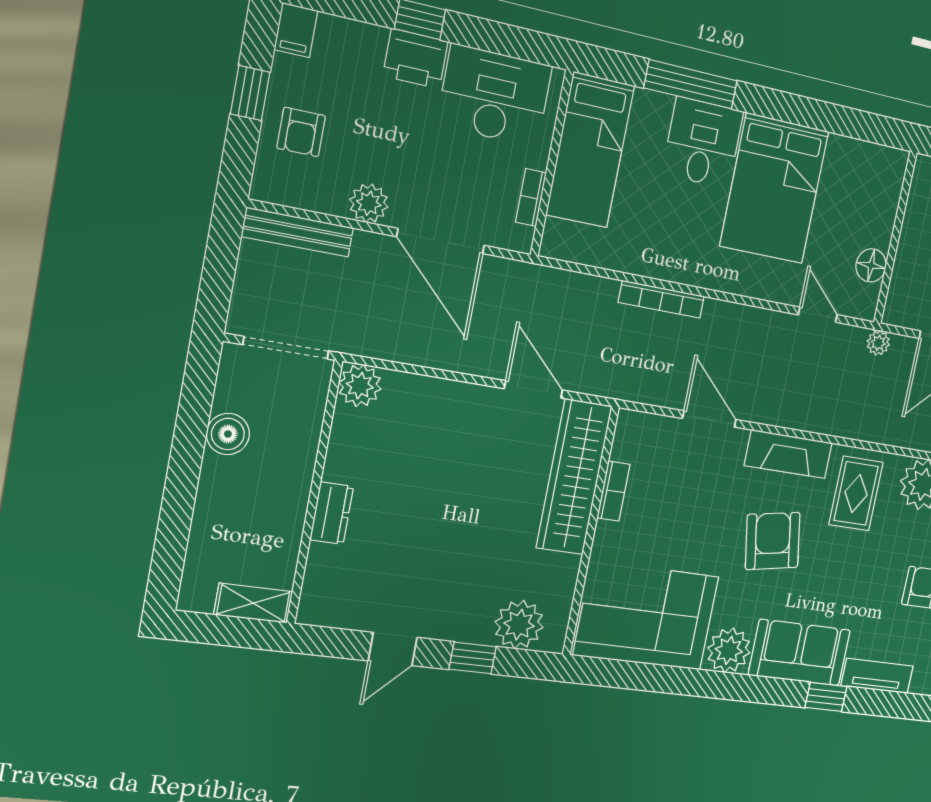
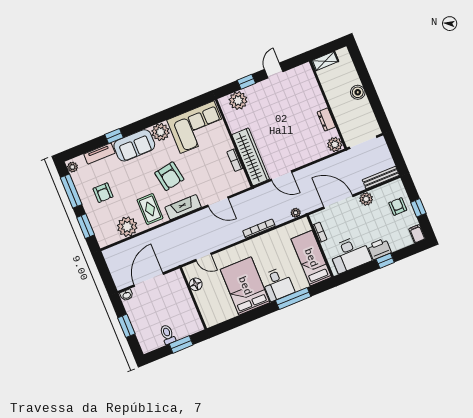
plant: (878, 343) -> (296, 213), moved
boiler: (228, 434) -> (358, 92), moved
dresser: (332, 513) -> (326, 119), moved

